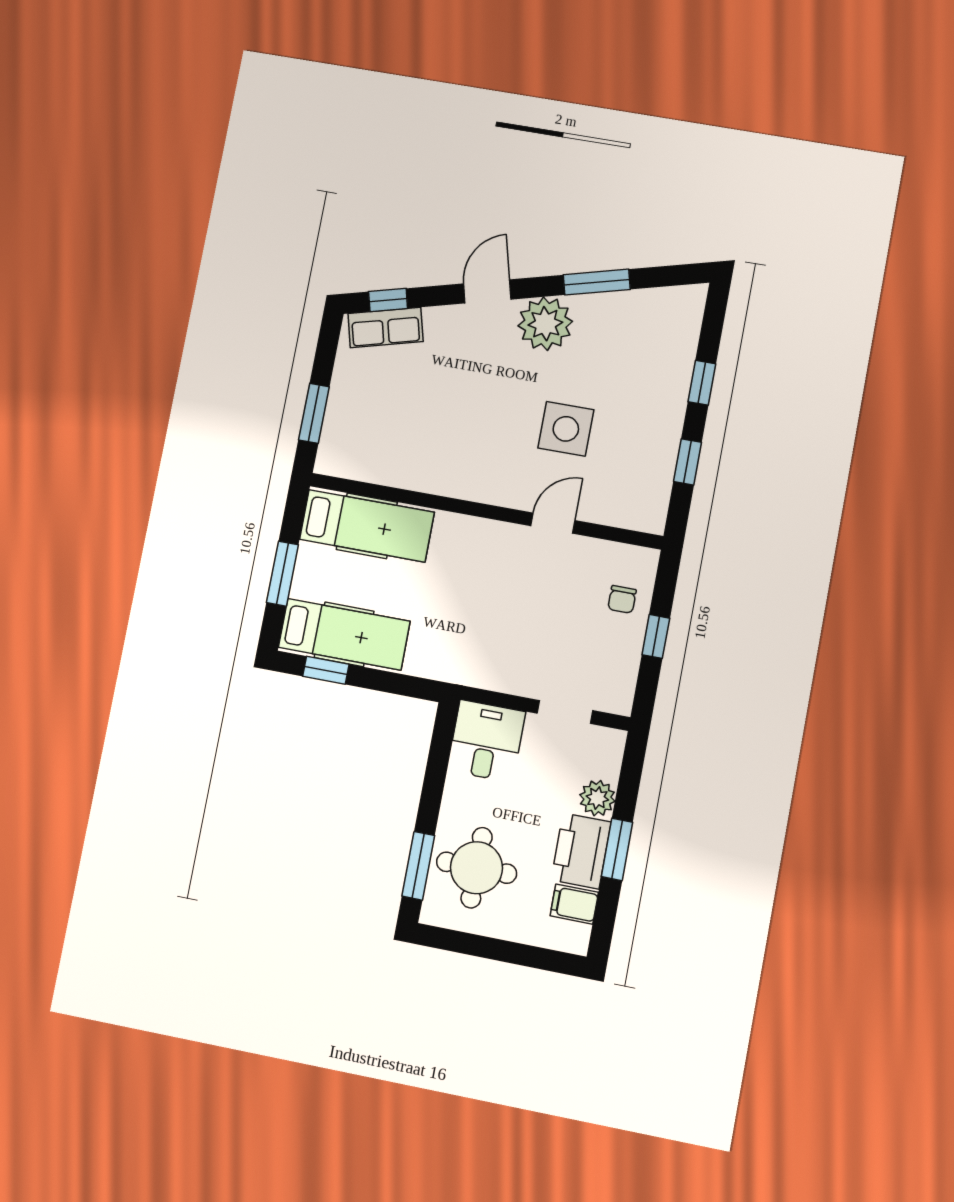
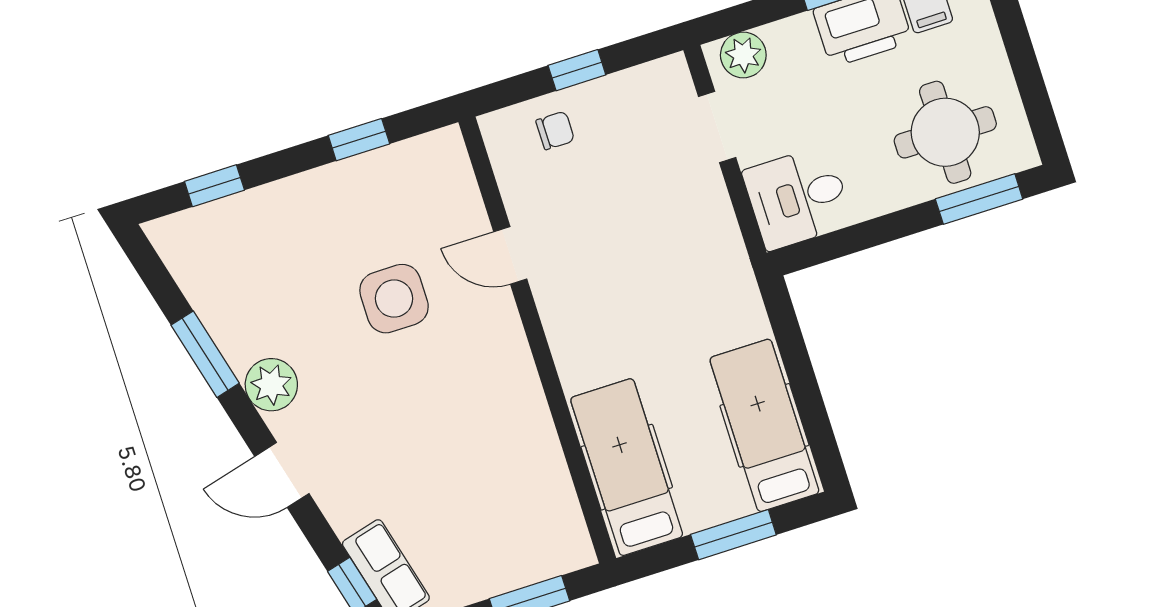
plant: (545, 324) -> (271, 385), width x0.73, depth x0.73
window: (702, 383) -> (214, 186), moved
window: (326, 670) -> (817, 424), removed
plant: (597, 798) -> (743, 55), moved

